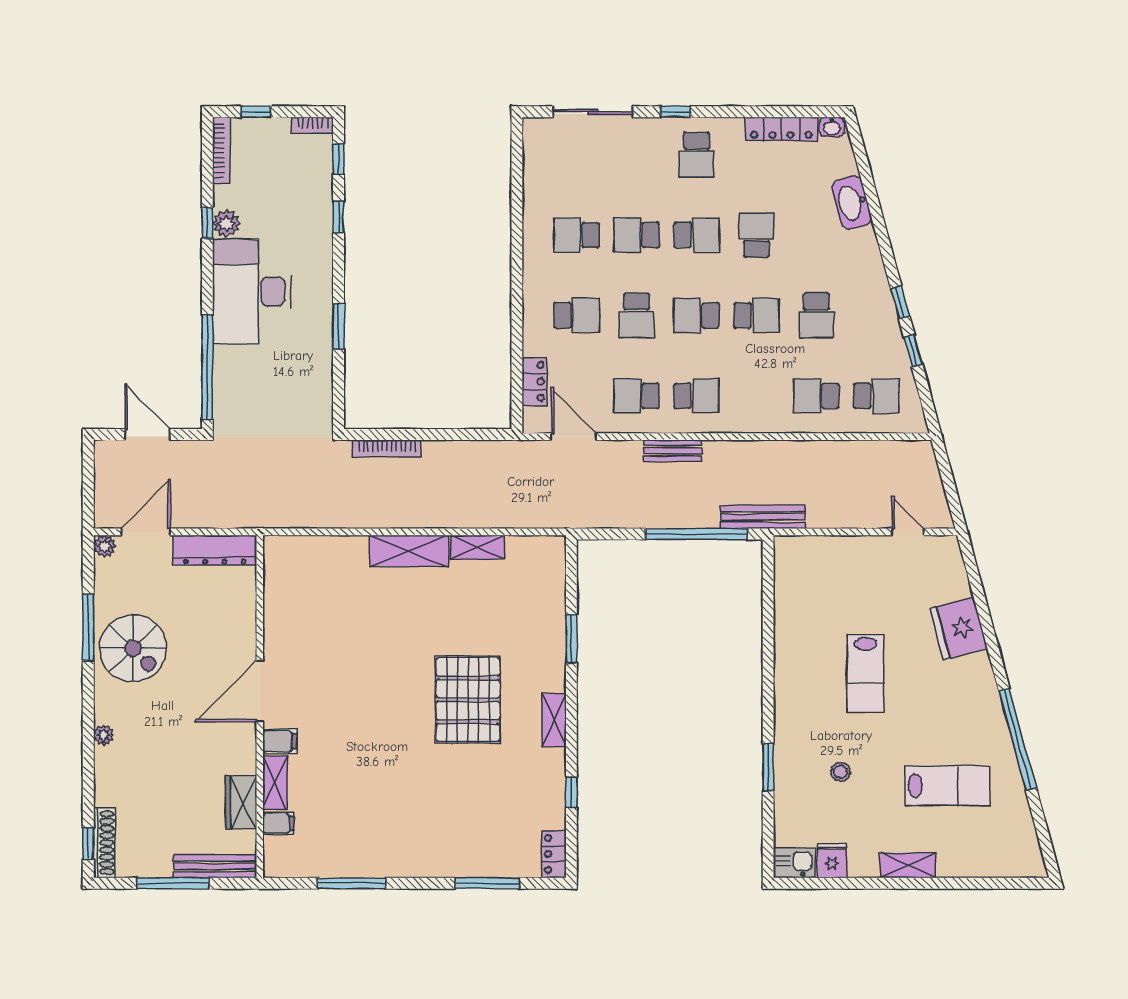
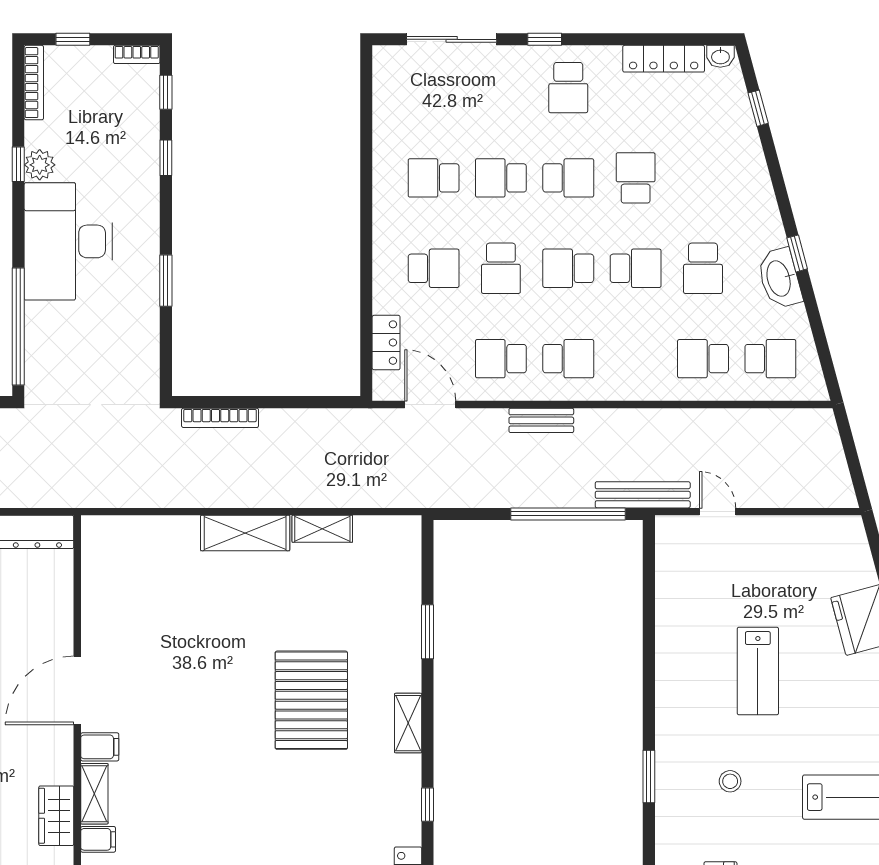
washbasin: (852, 202) -> (780, 278), moved
window: (913, 351) -> (758, 108), moved
door: (908, 532) -> (718, 512), moved

